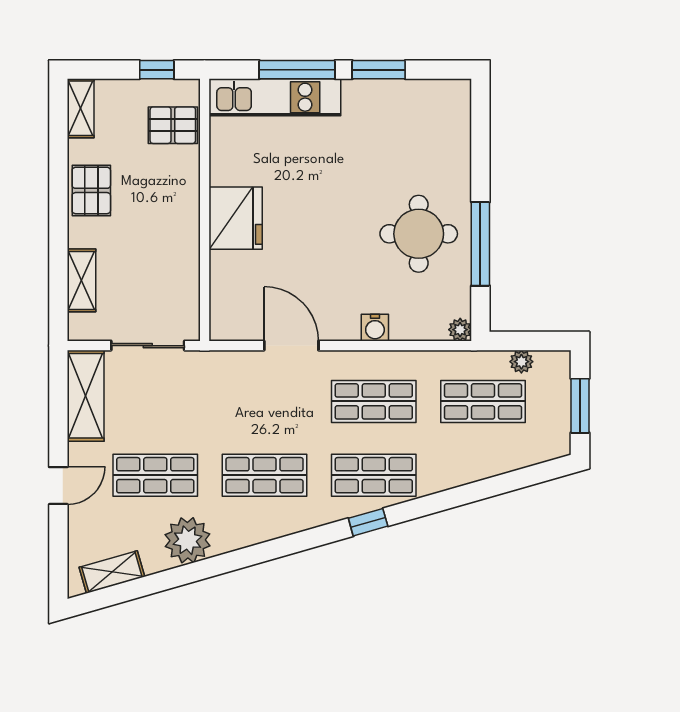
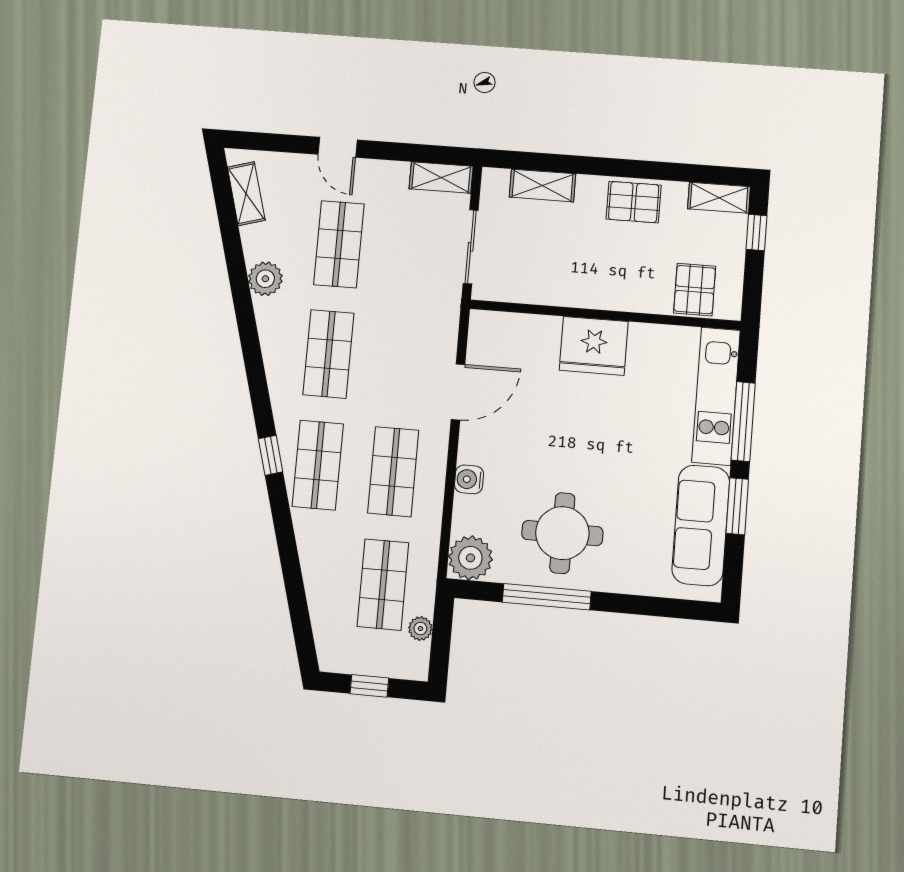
window: (157, 70) -> (757, 233), moved
sofa: (400, 103) -> (701, 525), added
plant: (460, 330) -> (470, 558), width x1.87, depth x1.87
shelving: (86, 396) -> (441, 178), width x0.67, depth x0.75
window: (580, 406) -> (369, 686), width x0.67
plant: (188, 540) -> (265, 279), width x0.73, depth x0.73

